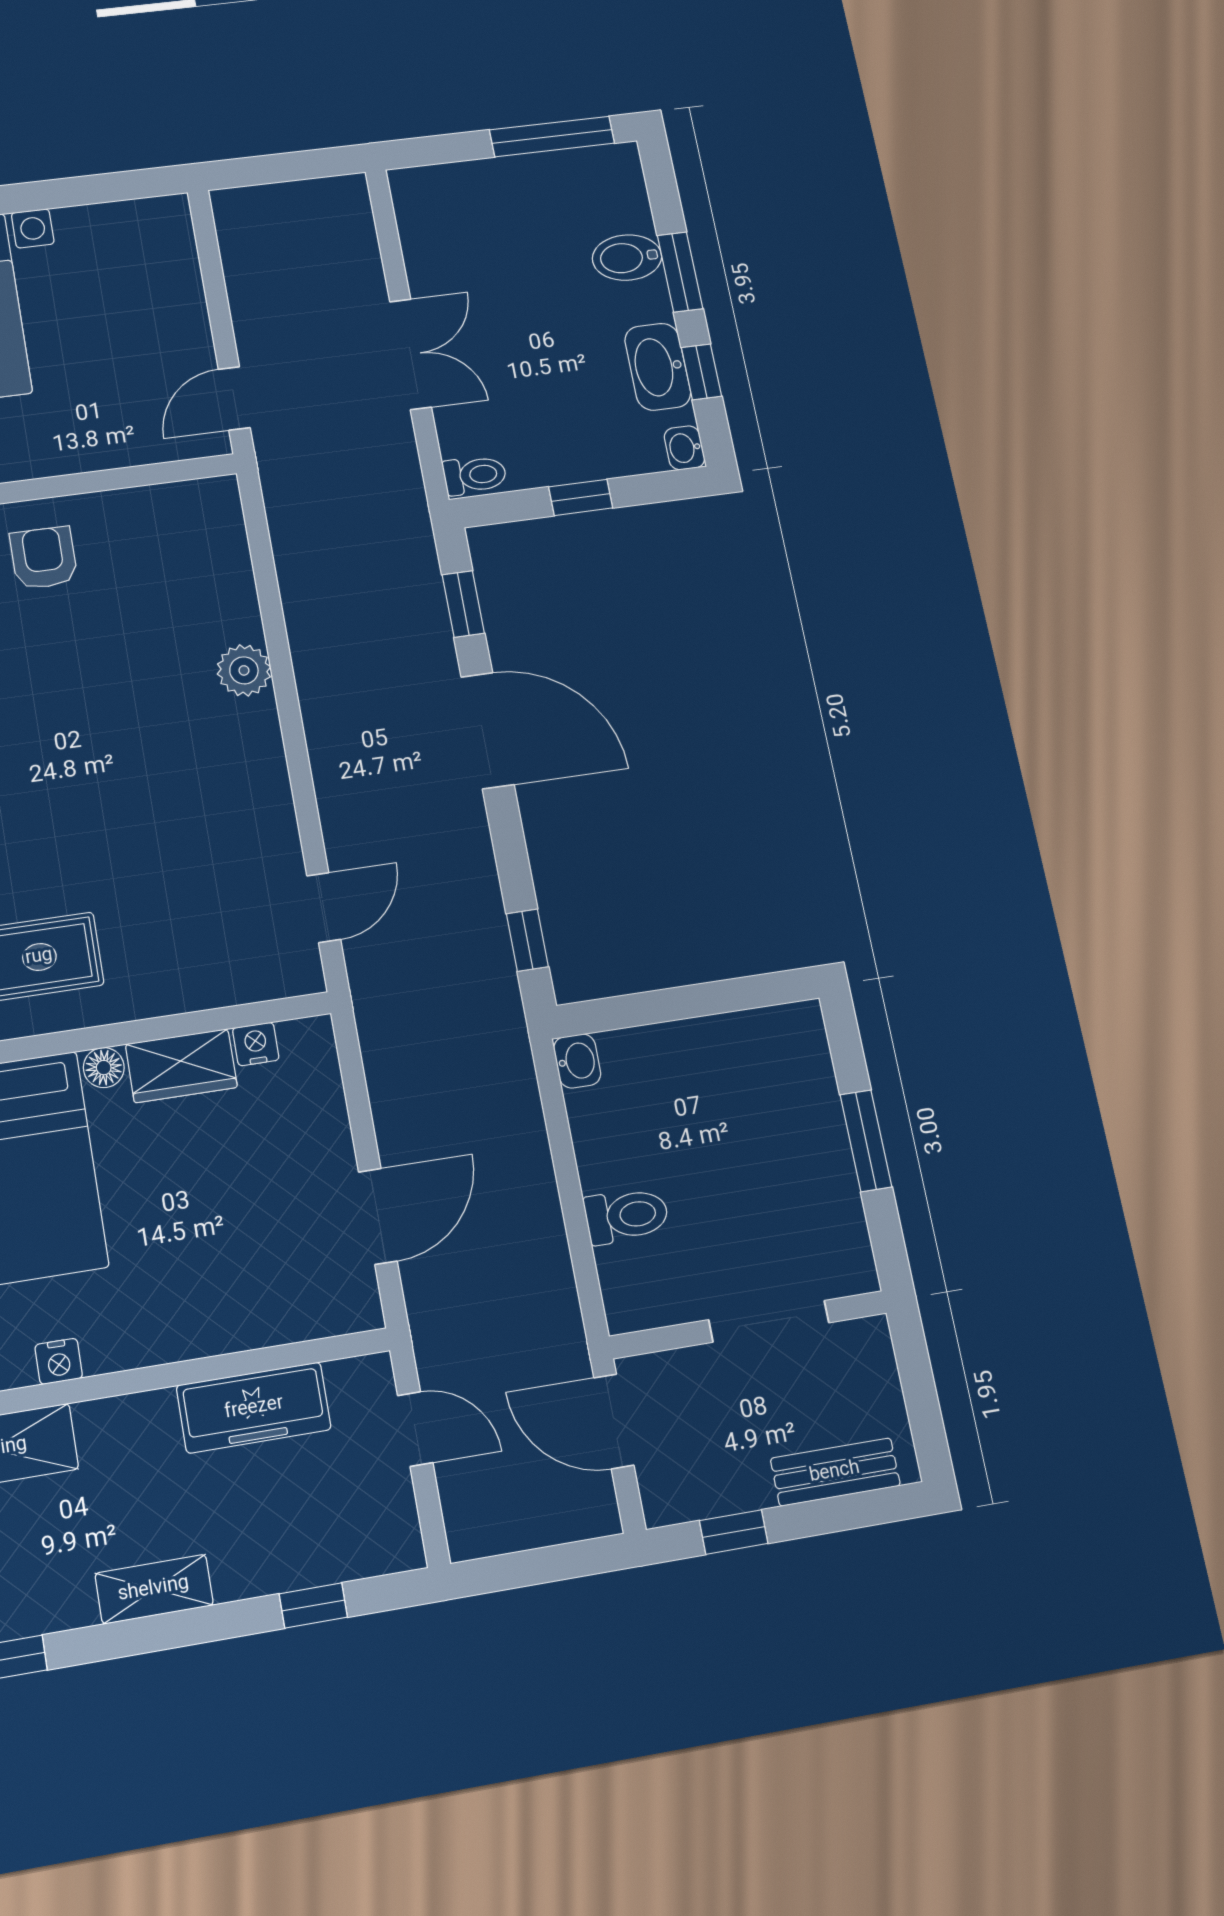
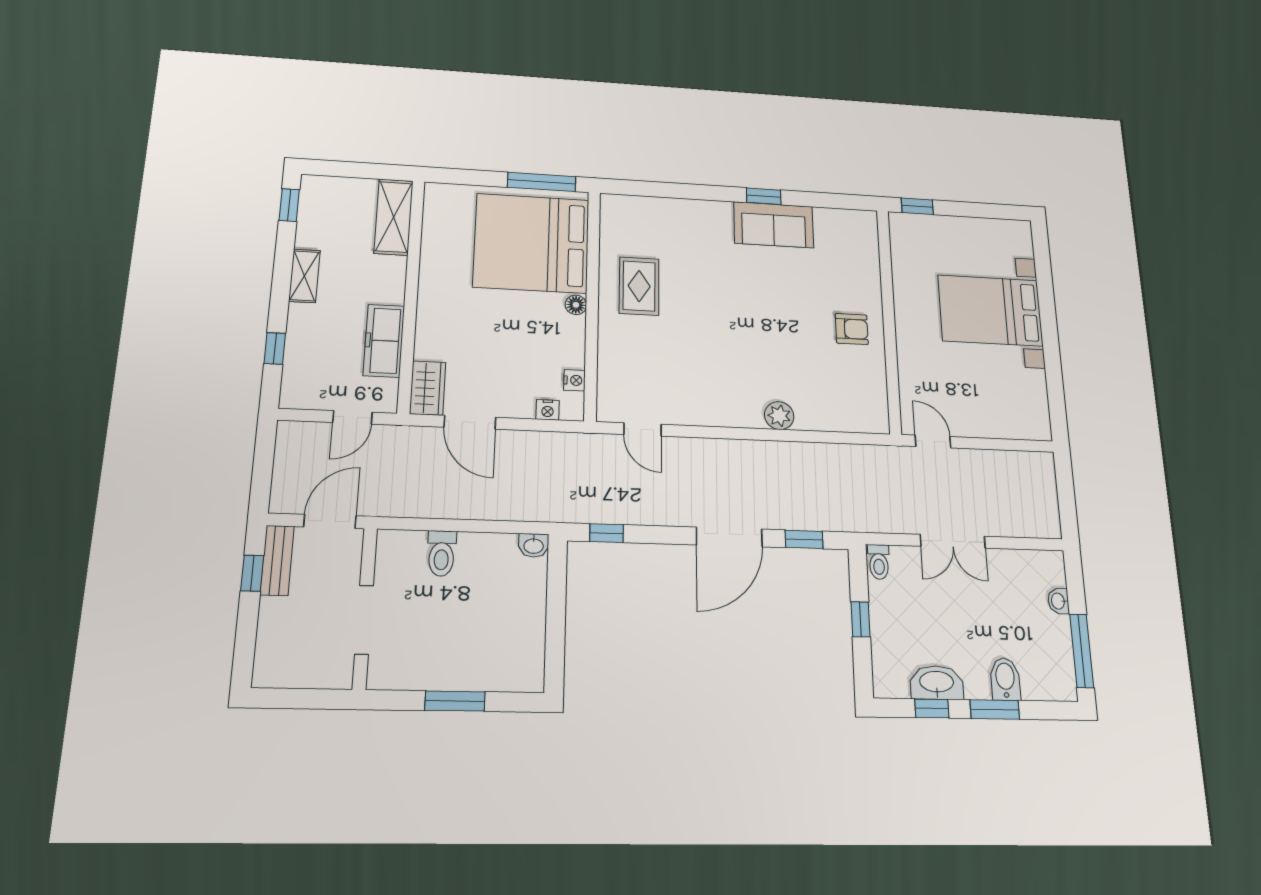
washbasin: (684, 448) -> (1058, 601), moved, turned -90
wardrobe: (181, 1066) -> (428, 388), moved, turned 180
nightstand: (59, 1361) -> (548, 410), moved, turned -90
bench: (835, 1472) -> (277, 560), moved

